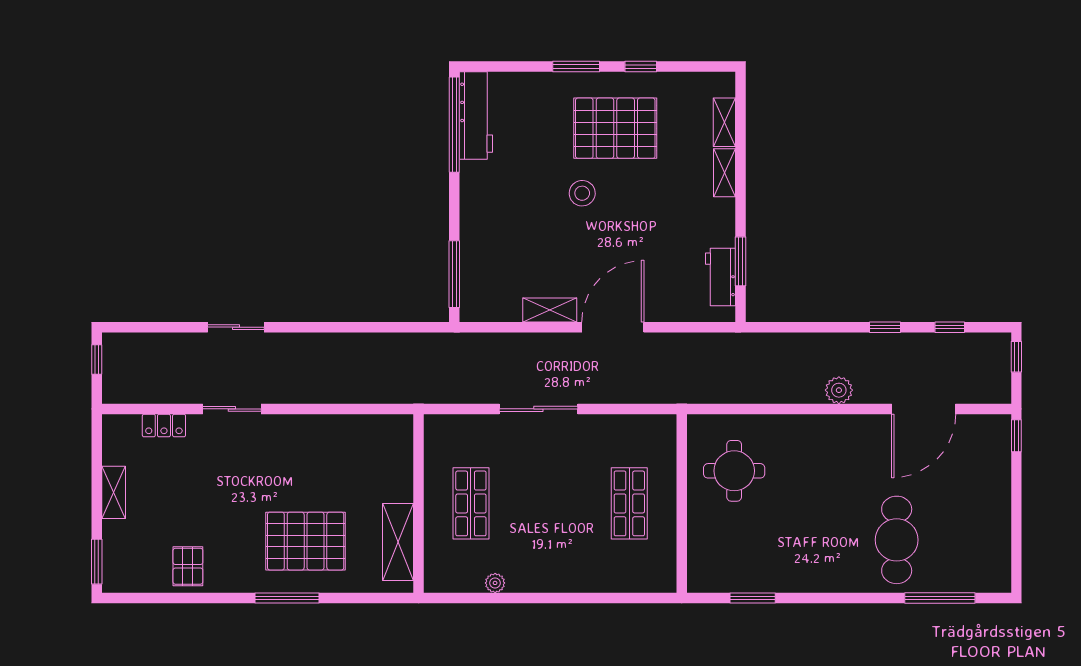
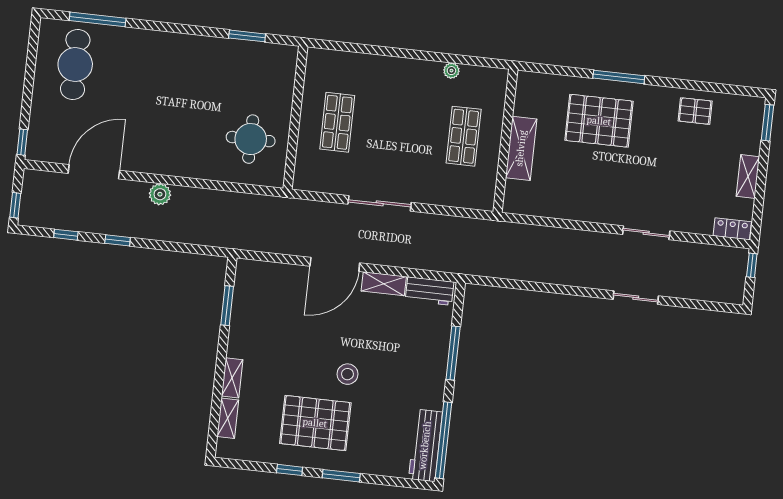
window: (454, 274) -> (453, 353), moved
workbench: (720, 277) -> (430, 291), moved, turned 90
window: (97, 360) -> (752, 265), moved
sliding door: (538, 409) -> (380, 203), moved
locker: (164, 426) -> (732, 229), moved
cafe table: (897, 540) -> (75, 65), moved
shelving: (398, 542) -> (521, 148), moved
pallet: (188, 566) -> (695, 111), turned 90

